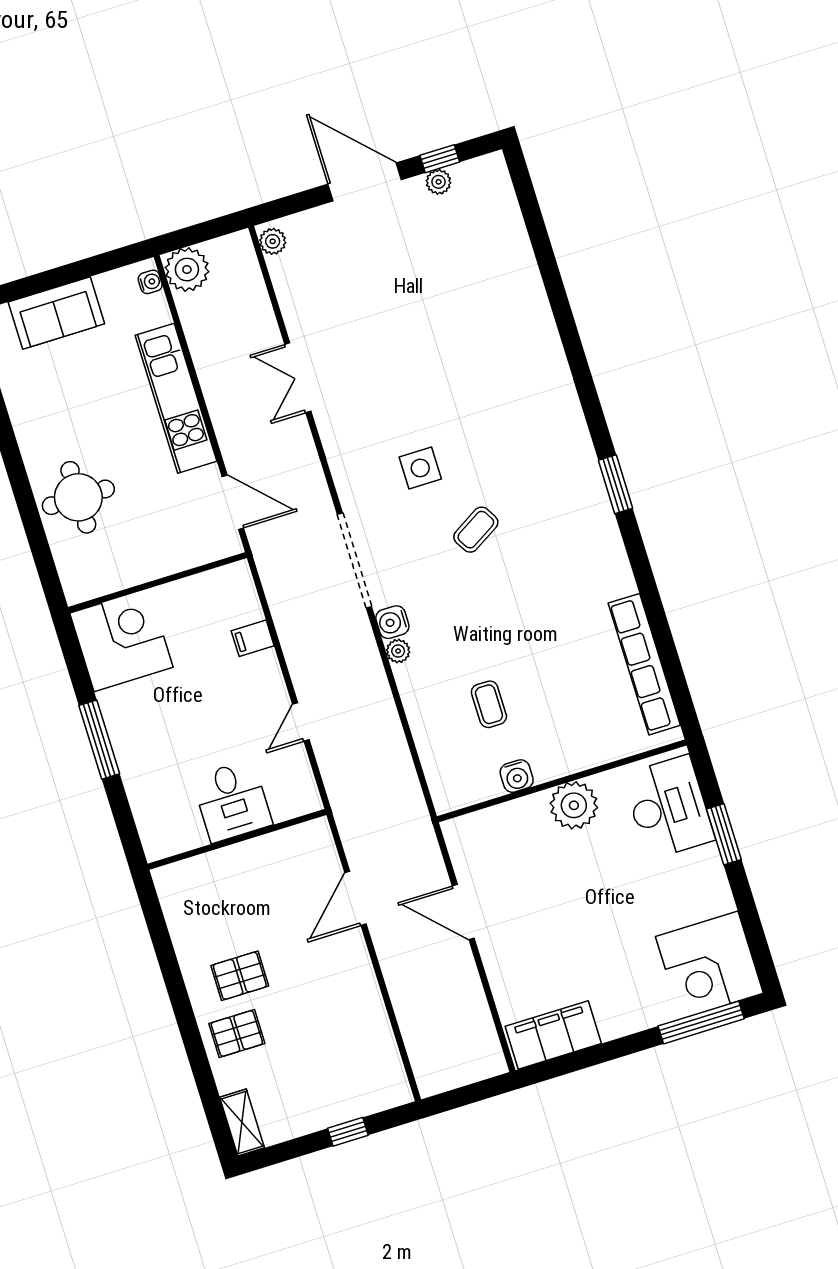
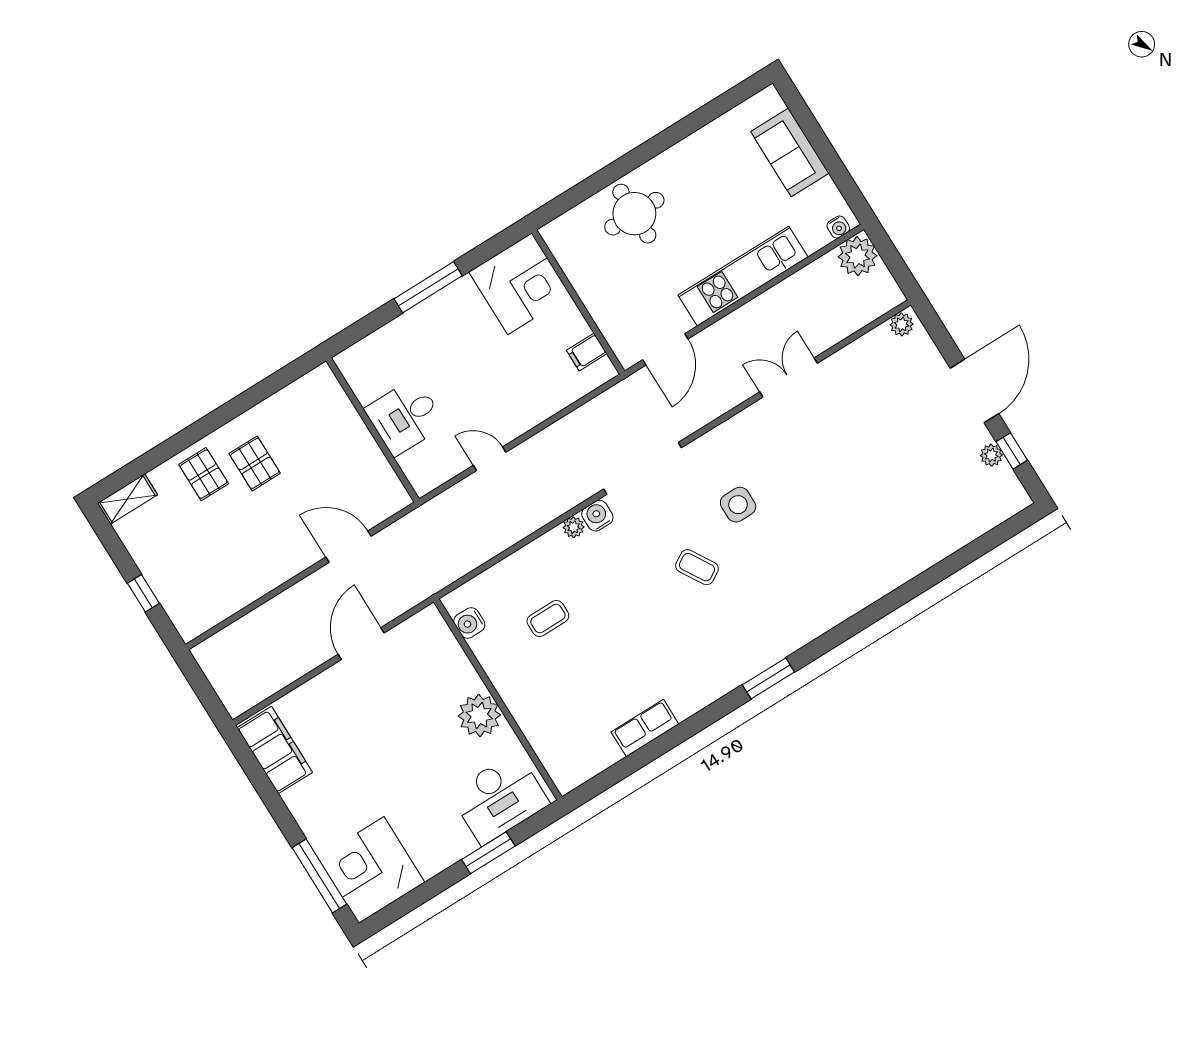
filing cabinet: (253, 638) -> (587, 352), moved, turned -90
row of seats: (644, 664) -> (645, 728), width x0.50
water cooler: (517, 776) -> (469, 623), moved

